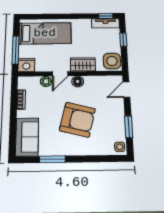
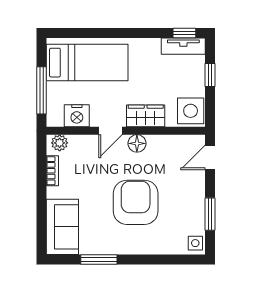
nightstand: (26, 65) -> (77, 116), moved
plant: (46, 81) -> (60, 143), moved
armchair: (77, 120) -> (136, 202), turned -104

